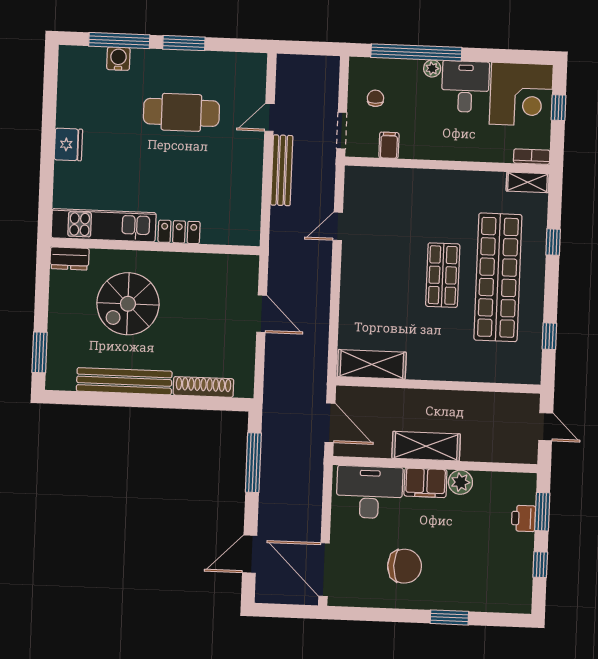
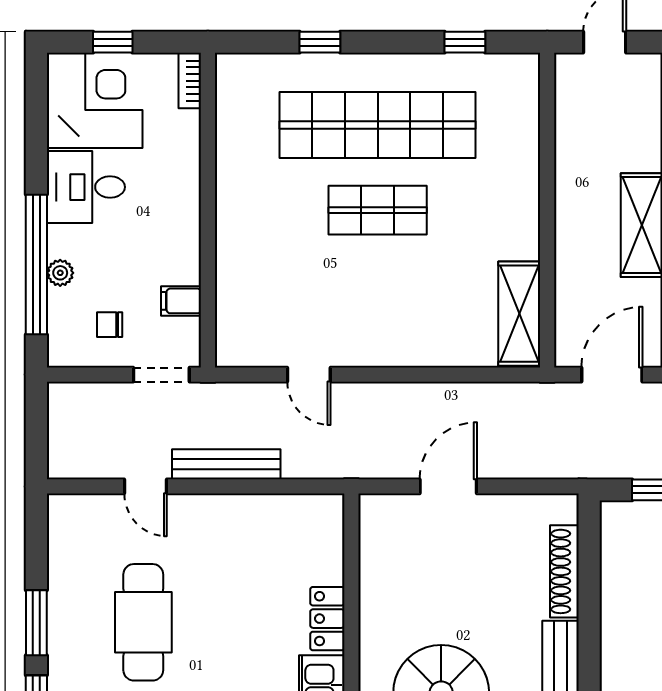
plant: (432, 68) -> (60, 273), moved
shelving: (528, 182) -> (230, 85), removed

